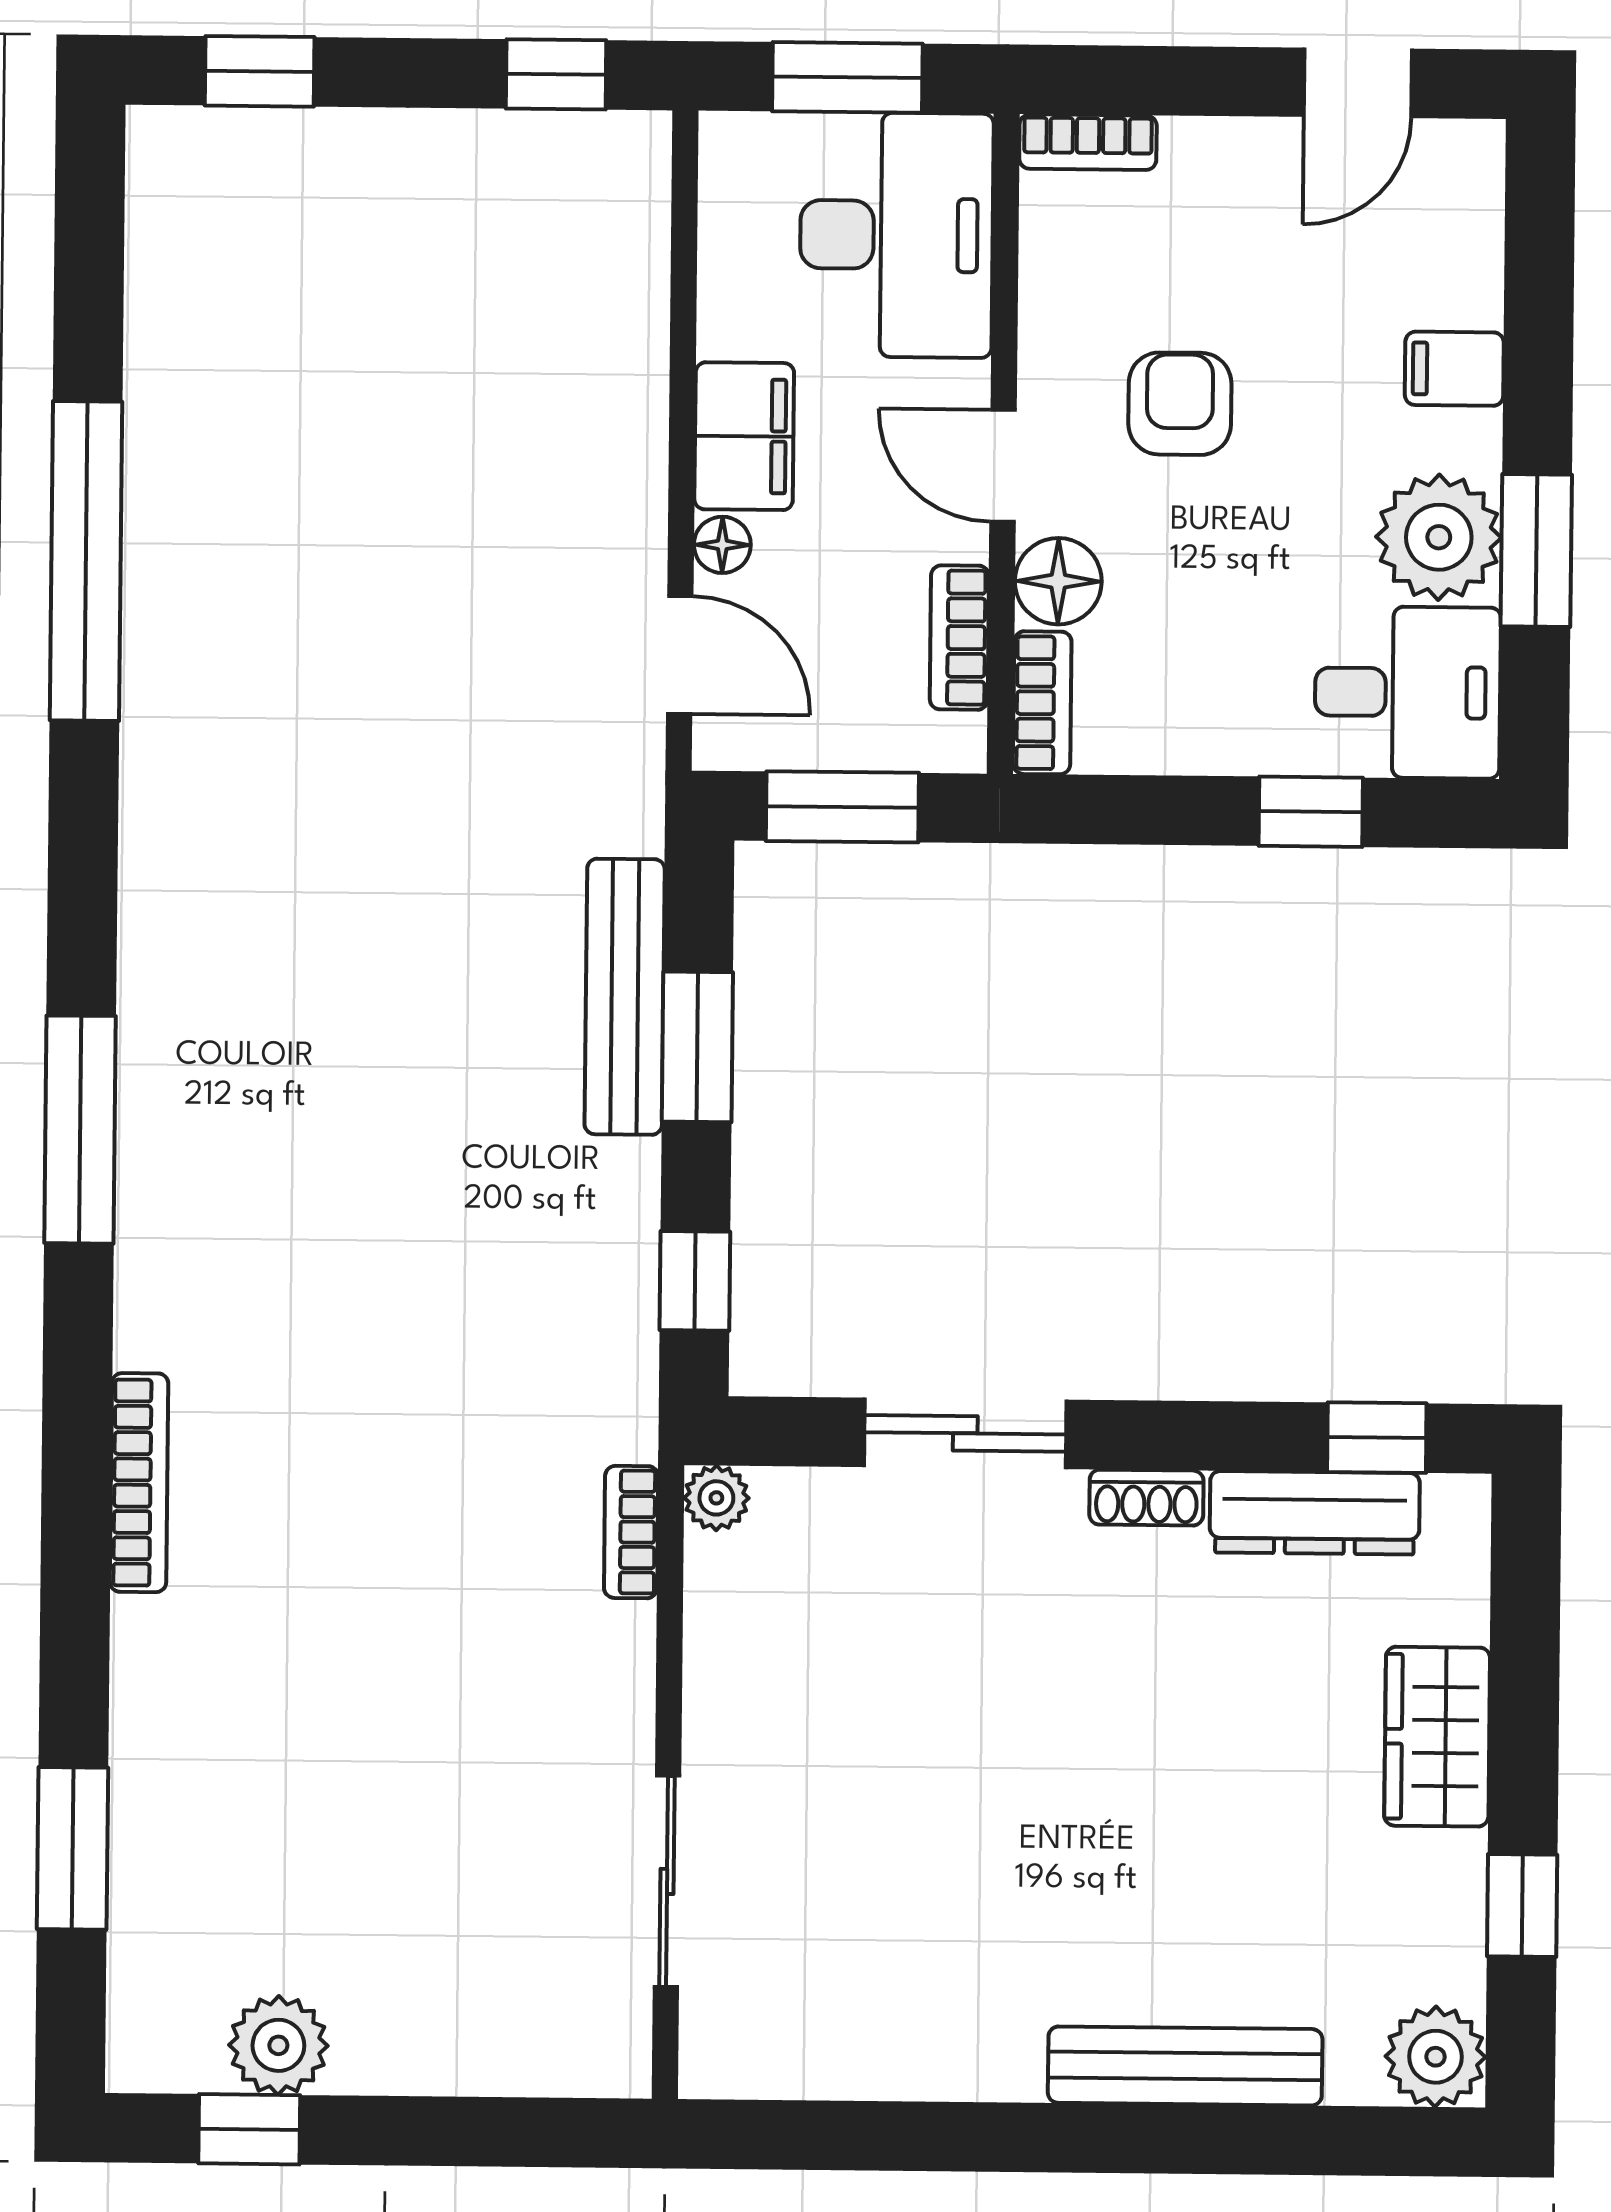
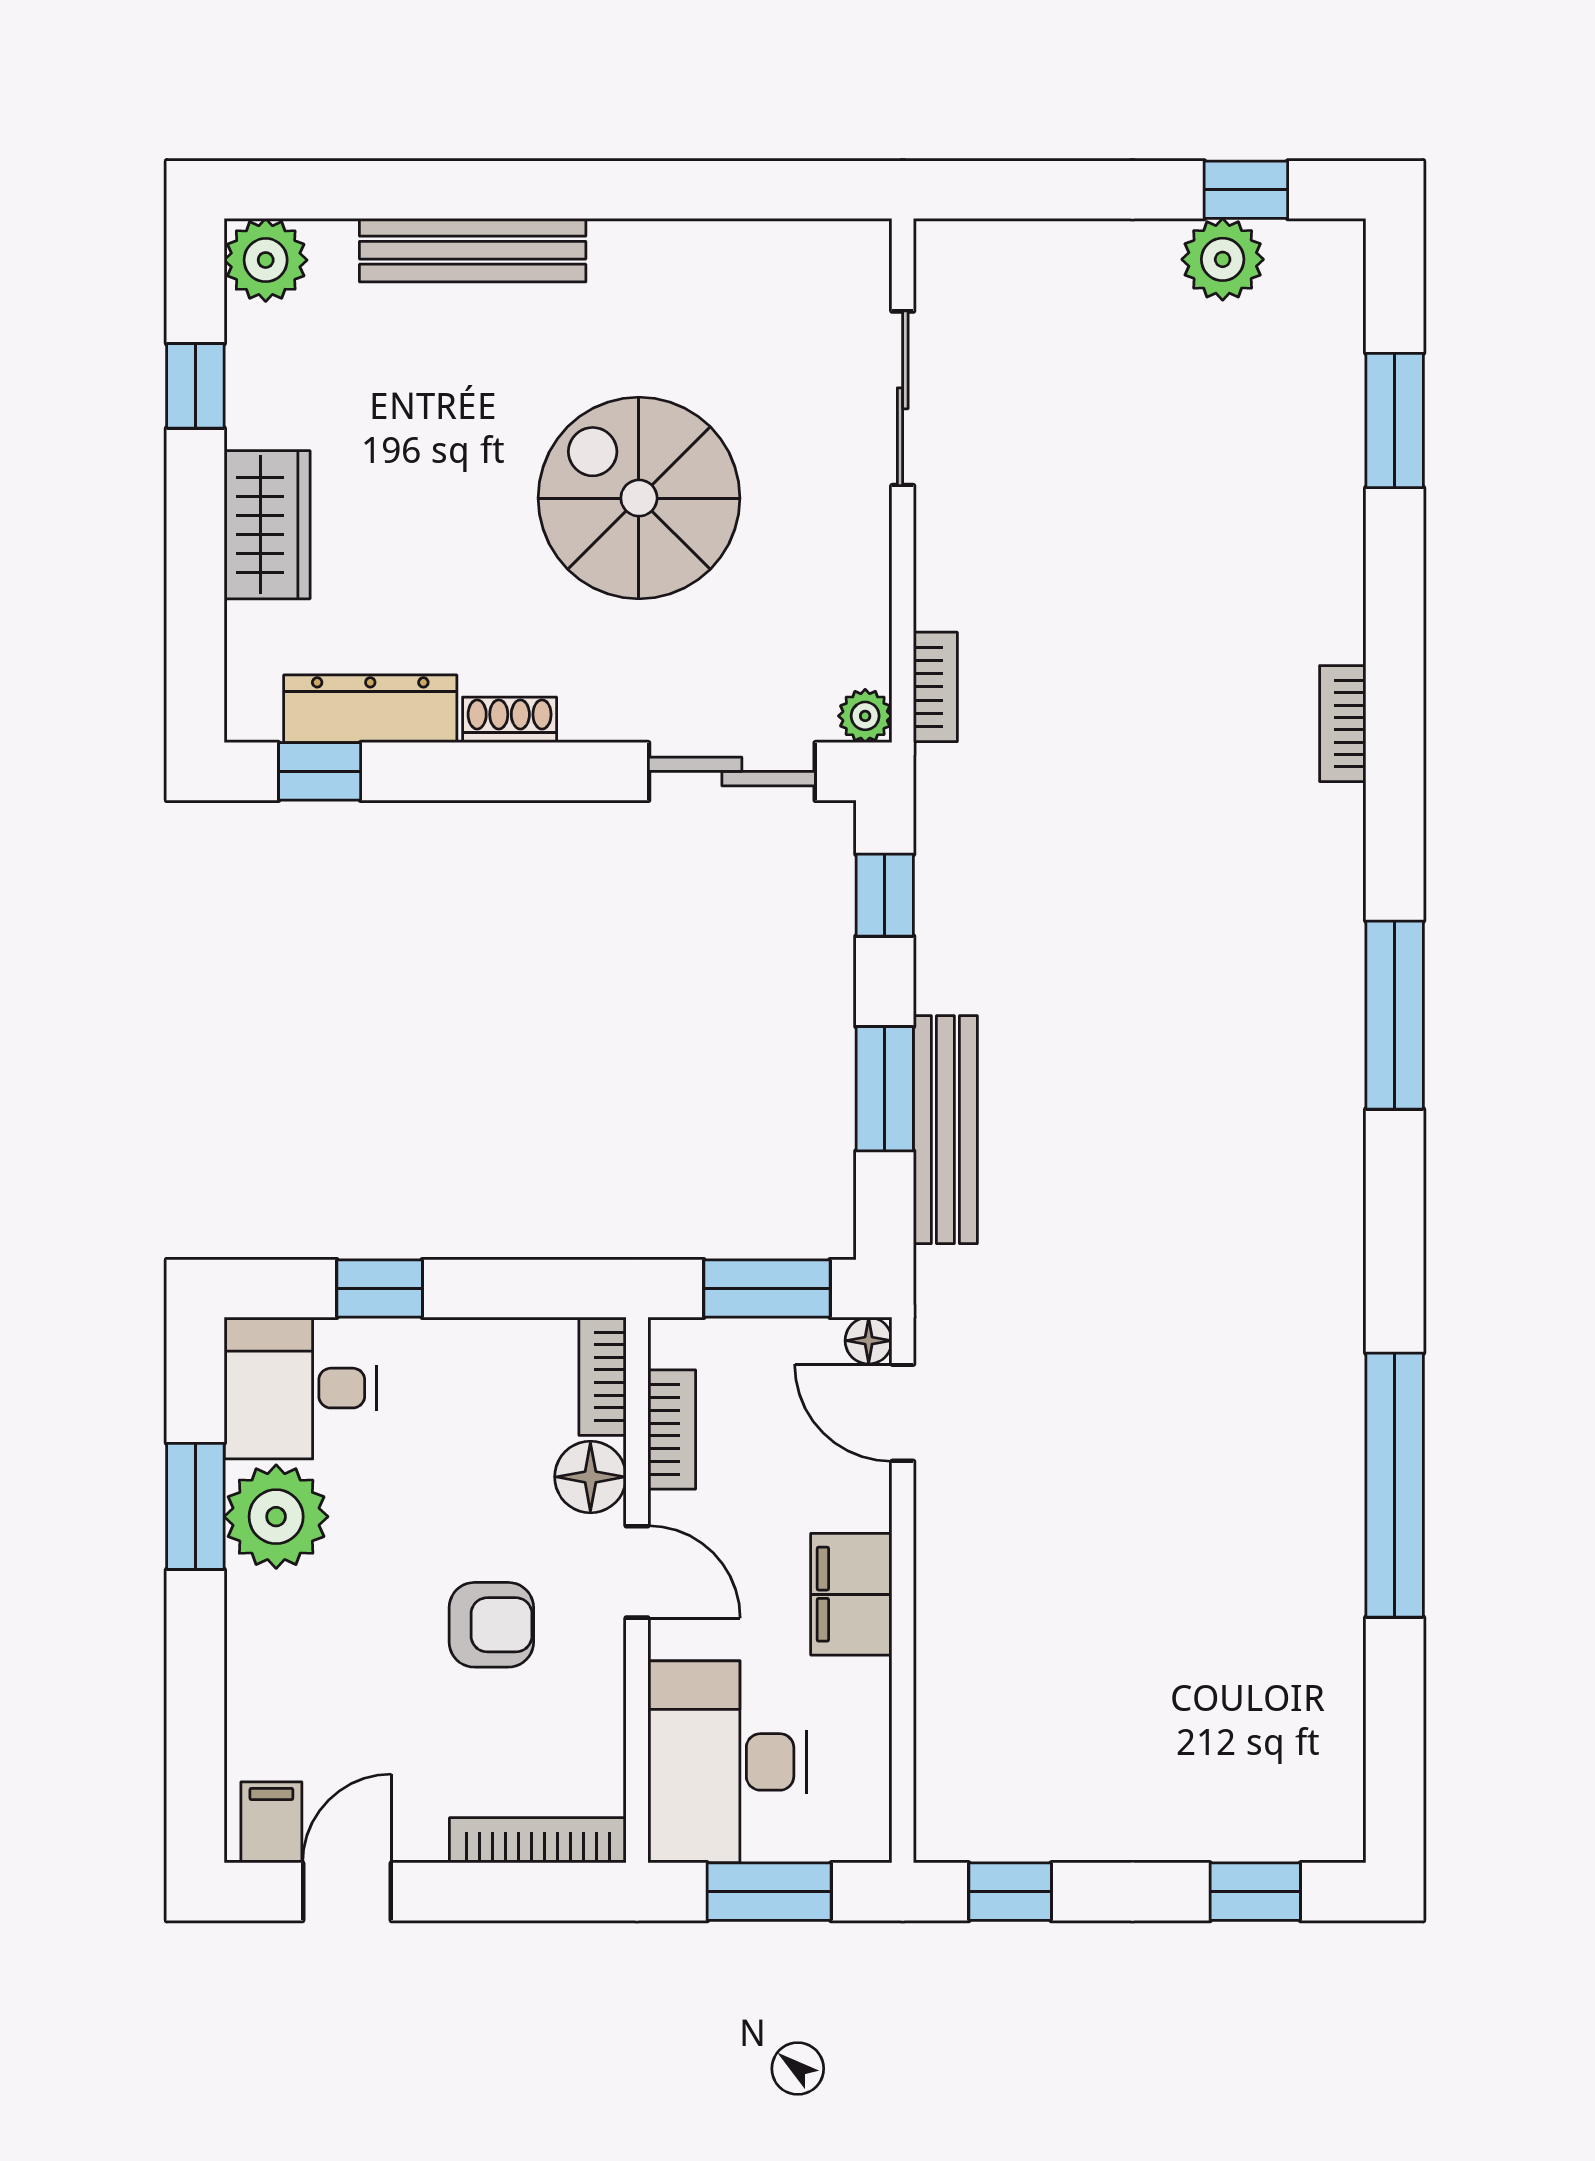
bookcase: (1088, 142) -> (538, 1840), width x1.56
filing cabinet: (1454, 369) -> (271, 1822), moved, turned -90
armchair: (1180, 404) -> (491, 1625), turned -90
floor lamp: (722, 545) -> (869, 1341), moved
sliding door: (965, 1433) -> (732, 771), moved
bookcase: (139, 1483) -> (1343, 724), width x0.64
spiral stairs: (987, 1764) -> (639, 498), added

